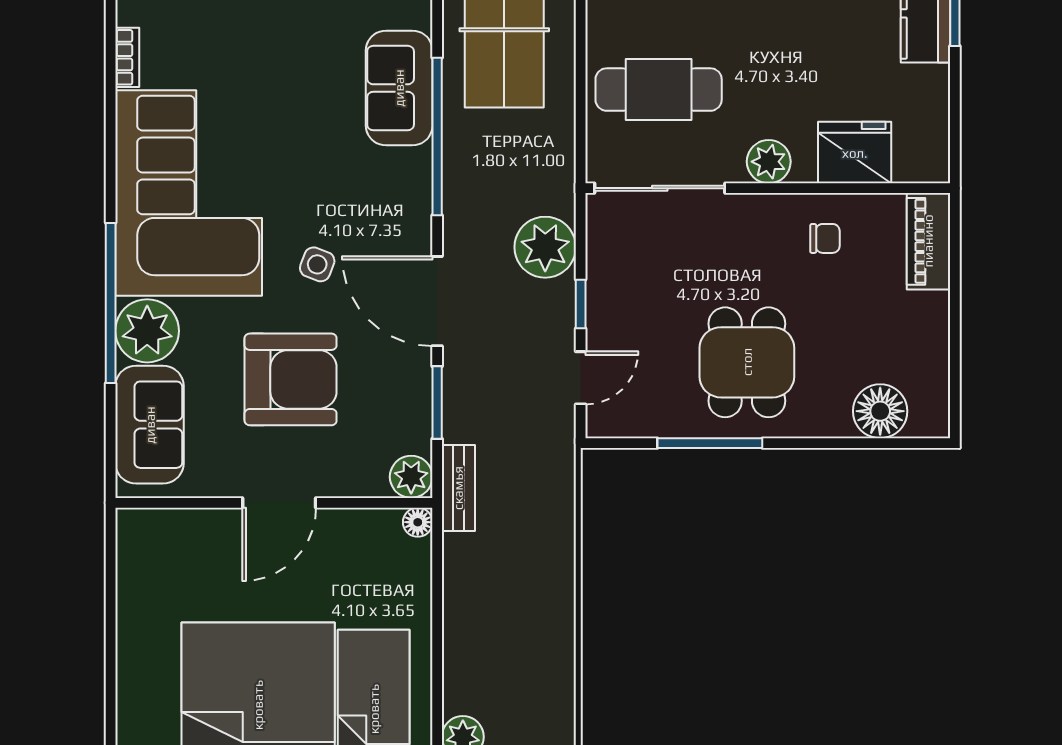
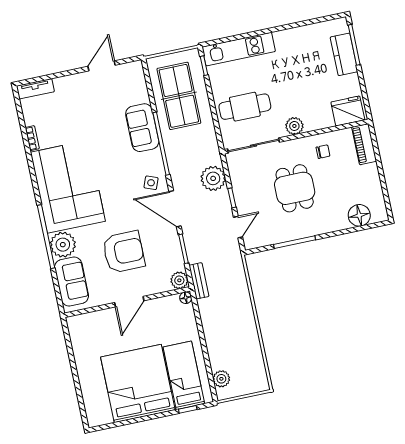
fridge: (855, 153) -> (348, 111), moved
side table: (317, 264) -> (151, 183), moved
dining table: (747, 362) -> (295, 188), moved

